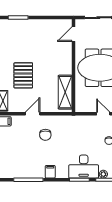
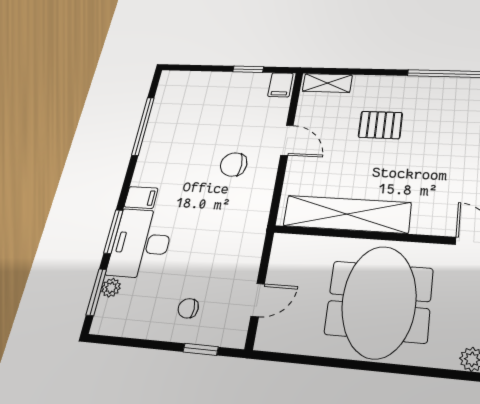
pallet: (23, 75) -> (380, 125), width x0.67, depth x0.71
shelving: (65, 92) -> (347, 214), width x1.47
filing cabinet: (50, 172) -> (141, 197), moved

